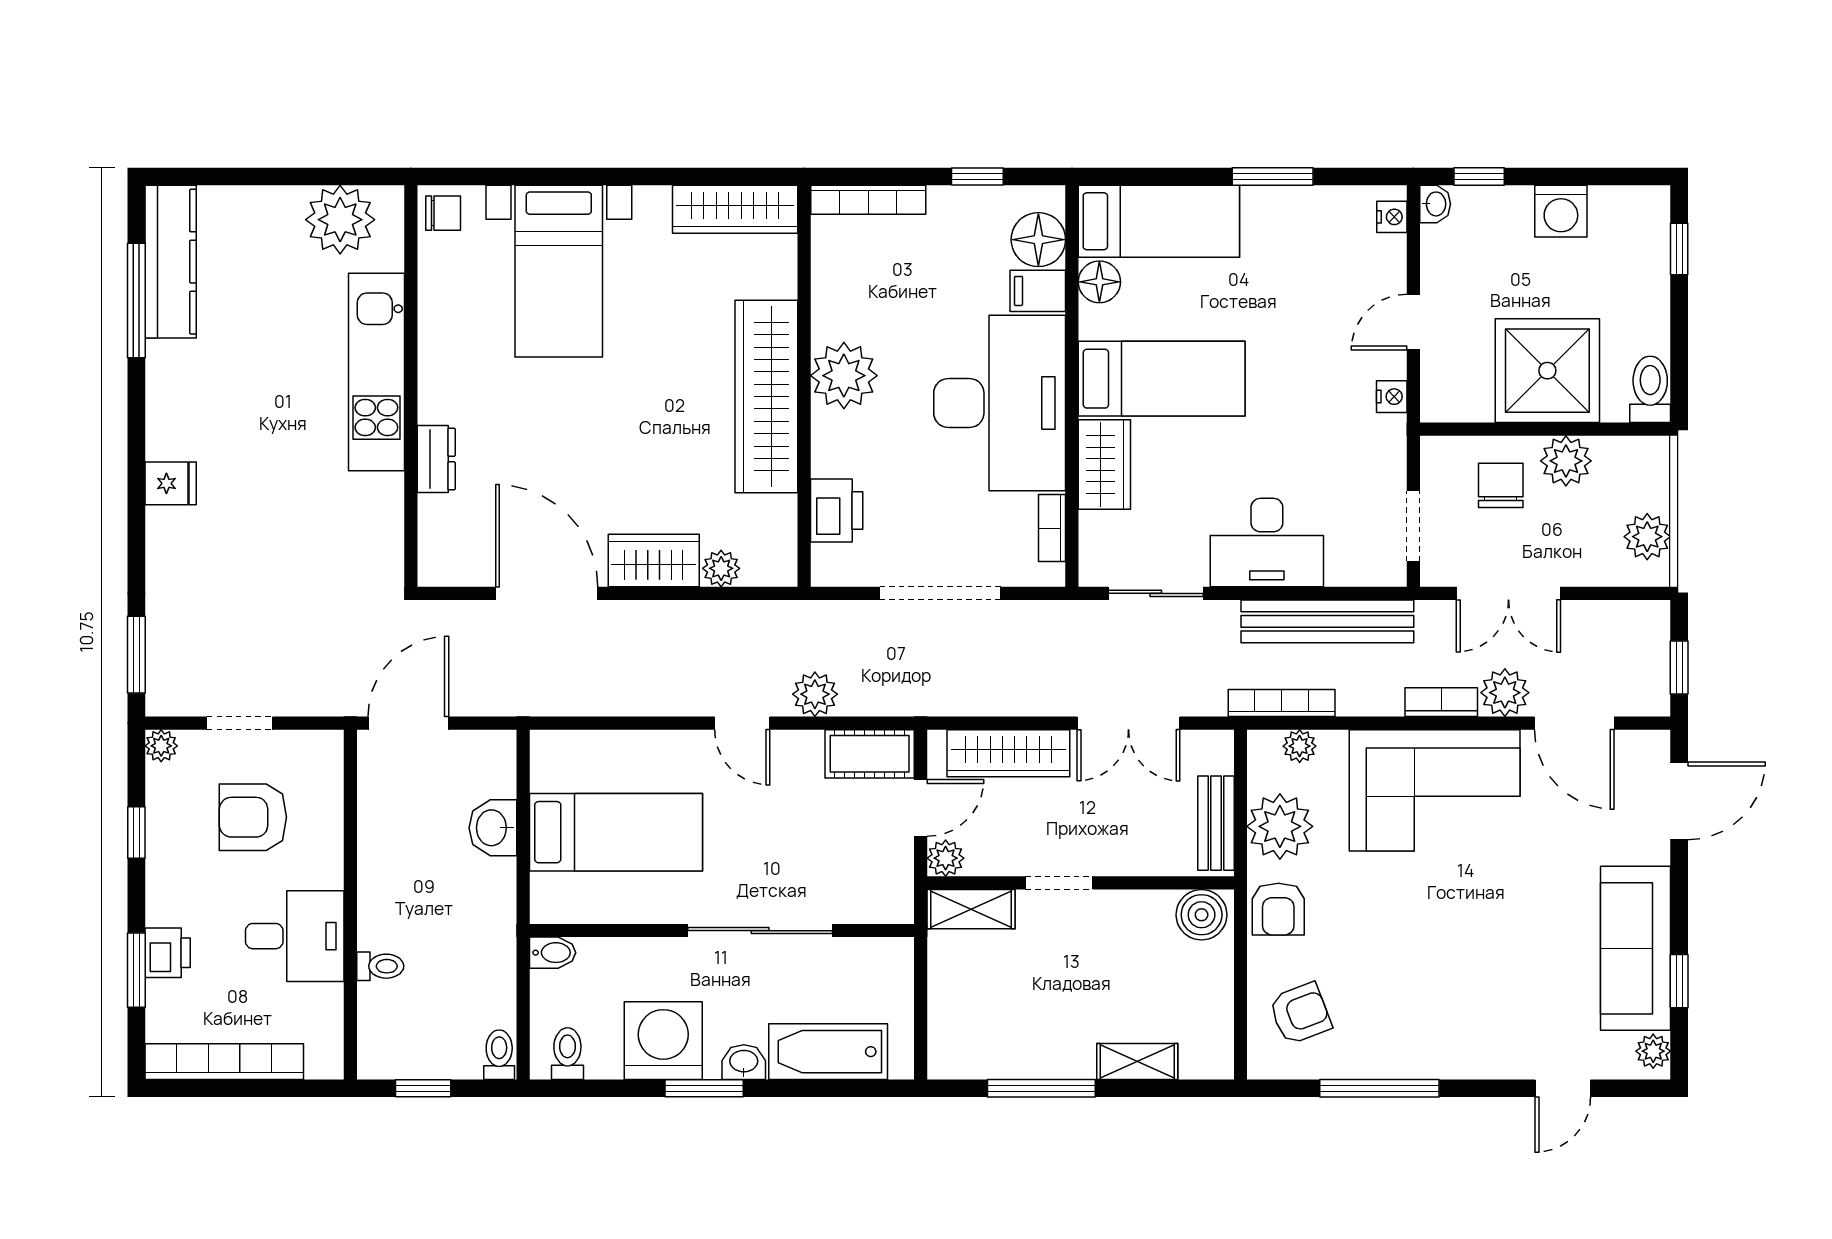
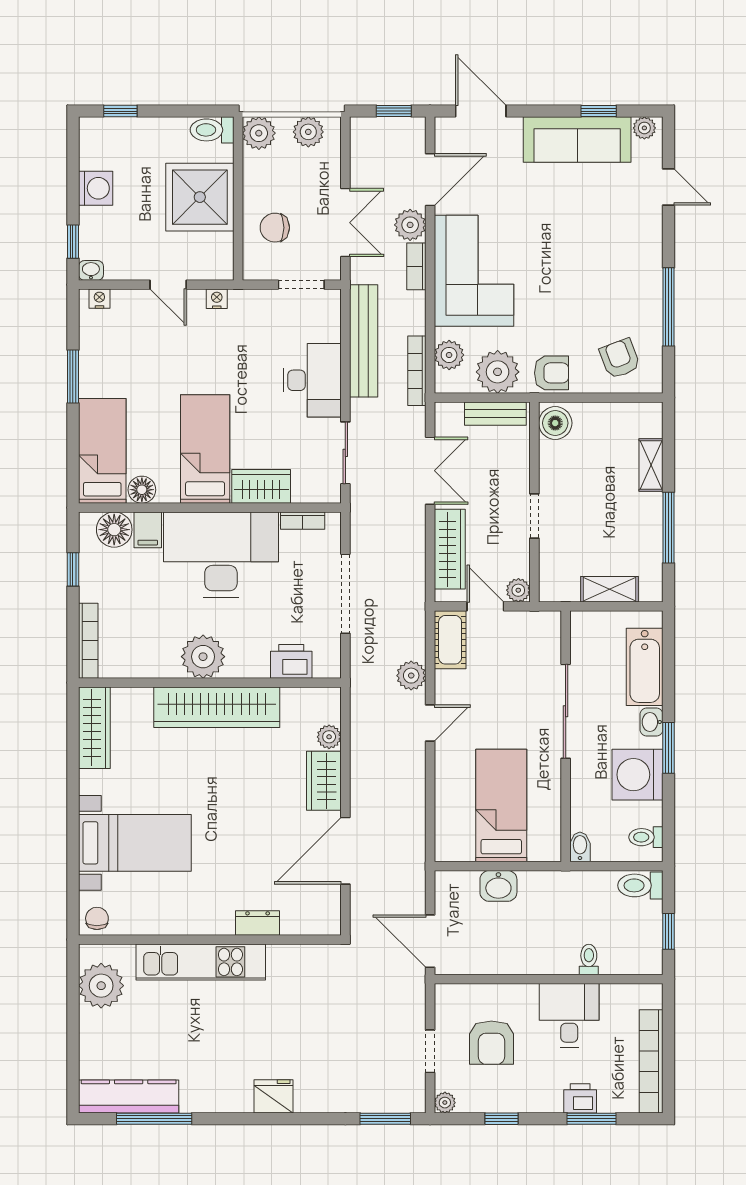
plant: (1566, 461) -> (259, 133), moved
fridge: (171, 483) -> (273, 1096), width x1.38
plant: (1300, 746) -> (449, 355), width x1.38, depth x1.38
shelving: (971, 909) -> (609, 589), moved, turned 90
toilet: (499, 1055) -> (640, 885), width x1.37, depth x1.39

